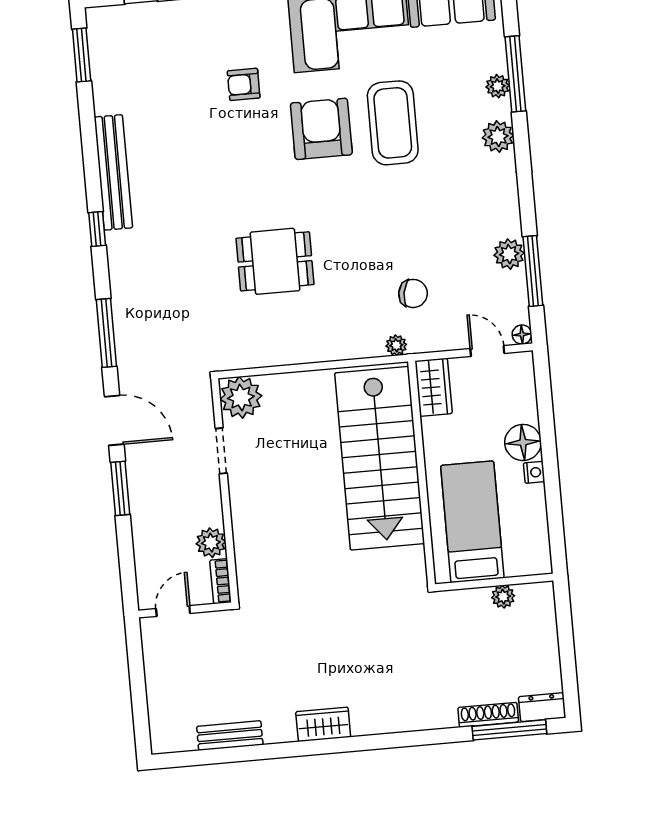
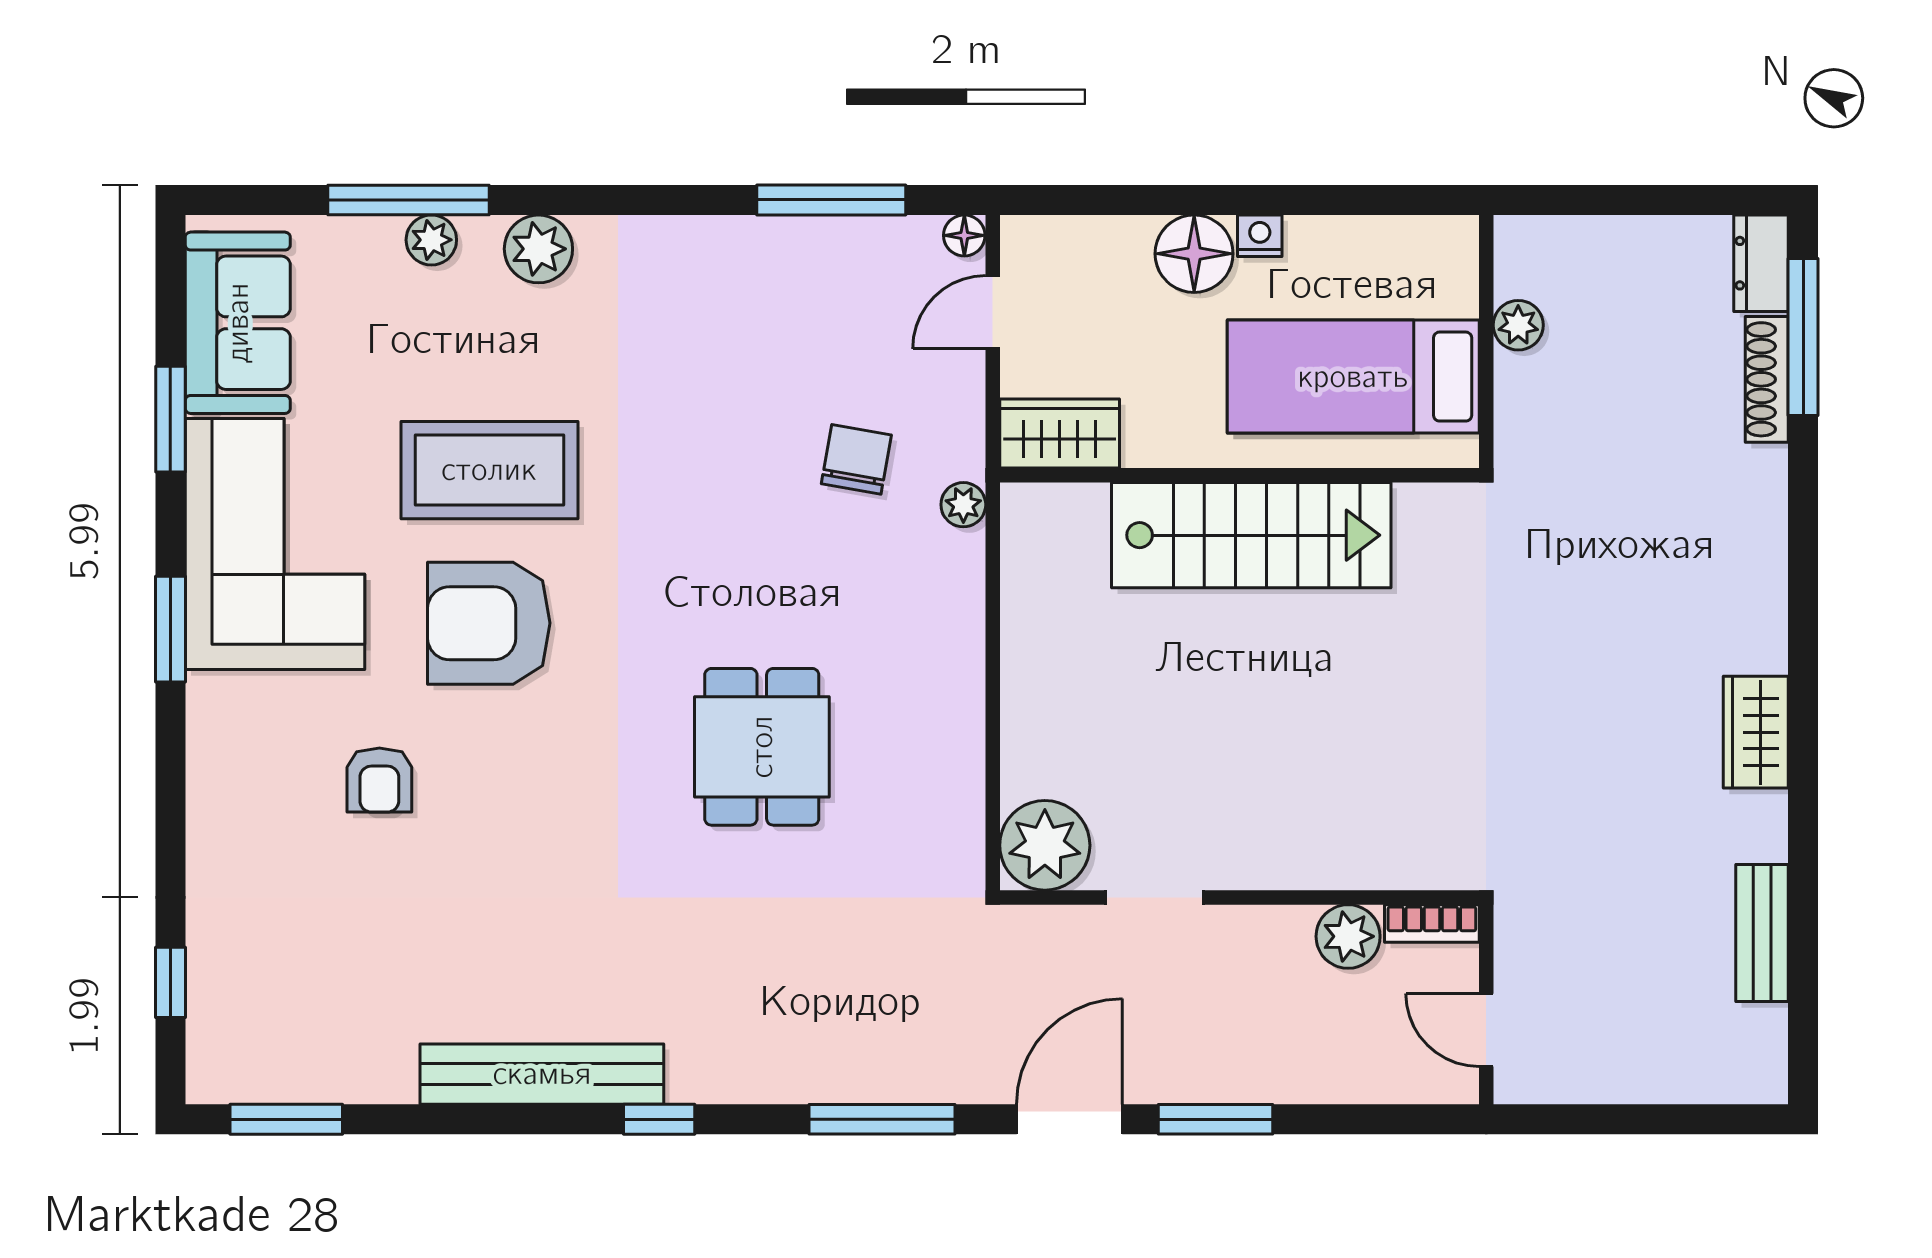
plant: (509, 254) -> (791, 248), removed
stairs: (380, 458) -> (1251, 535), width x0.73, depth x0.66

